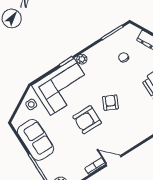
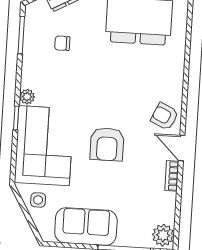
armchair: (110, 103) -> (165, 116), moved
door: (114, 161) -> (182, 148), hinge flipped

